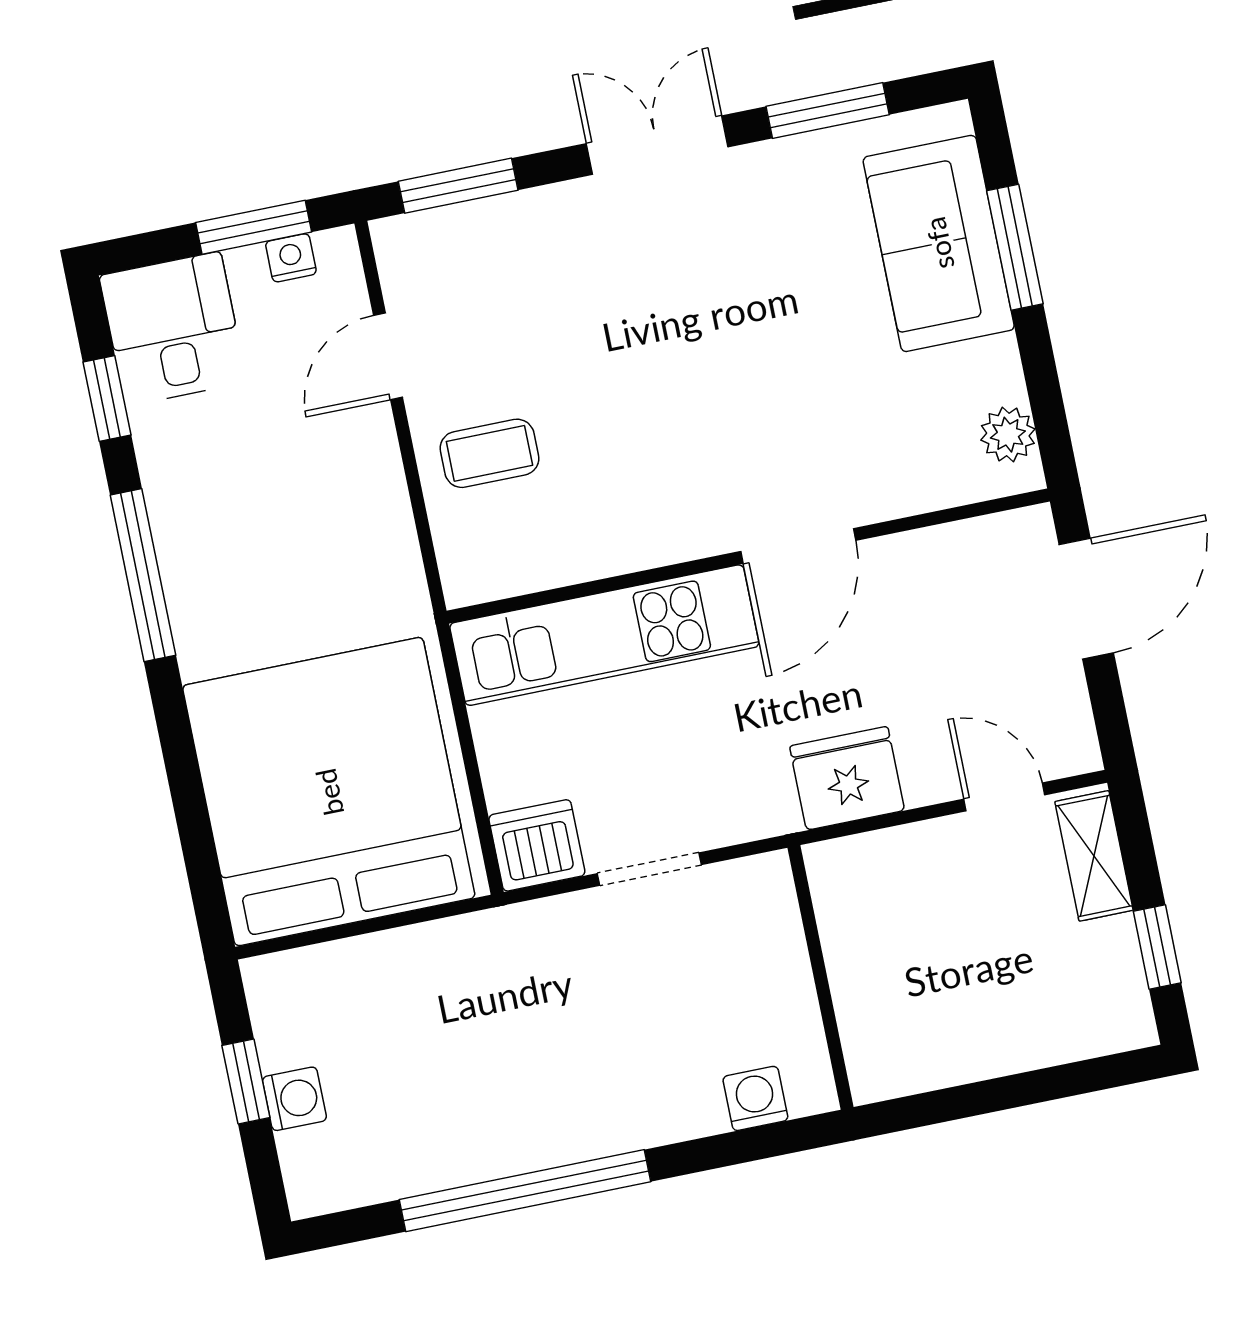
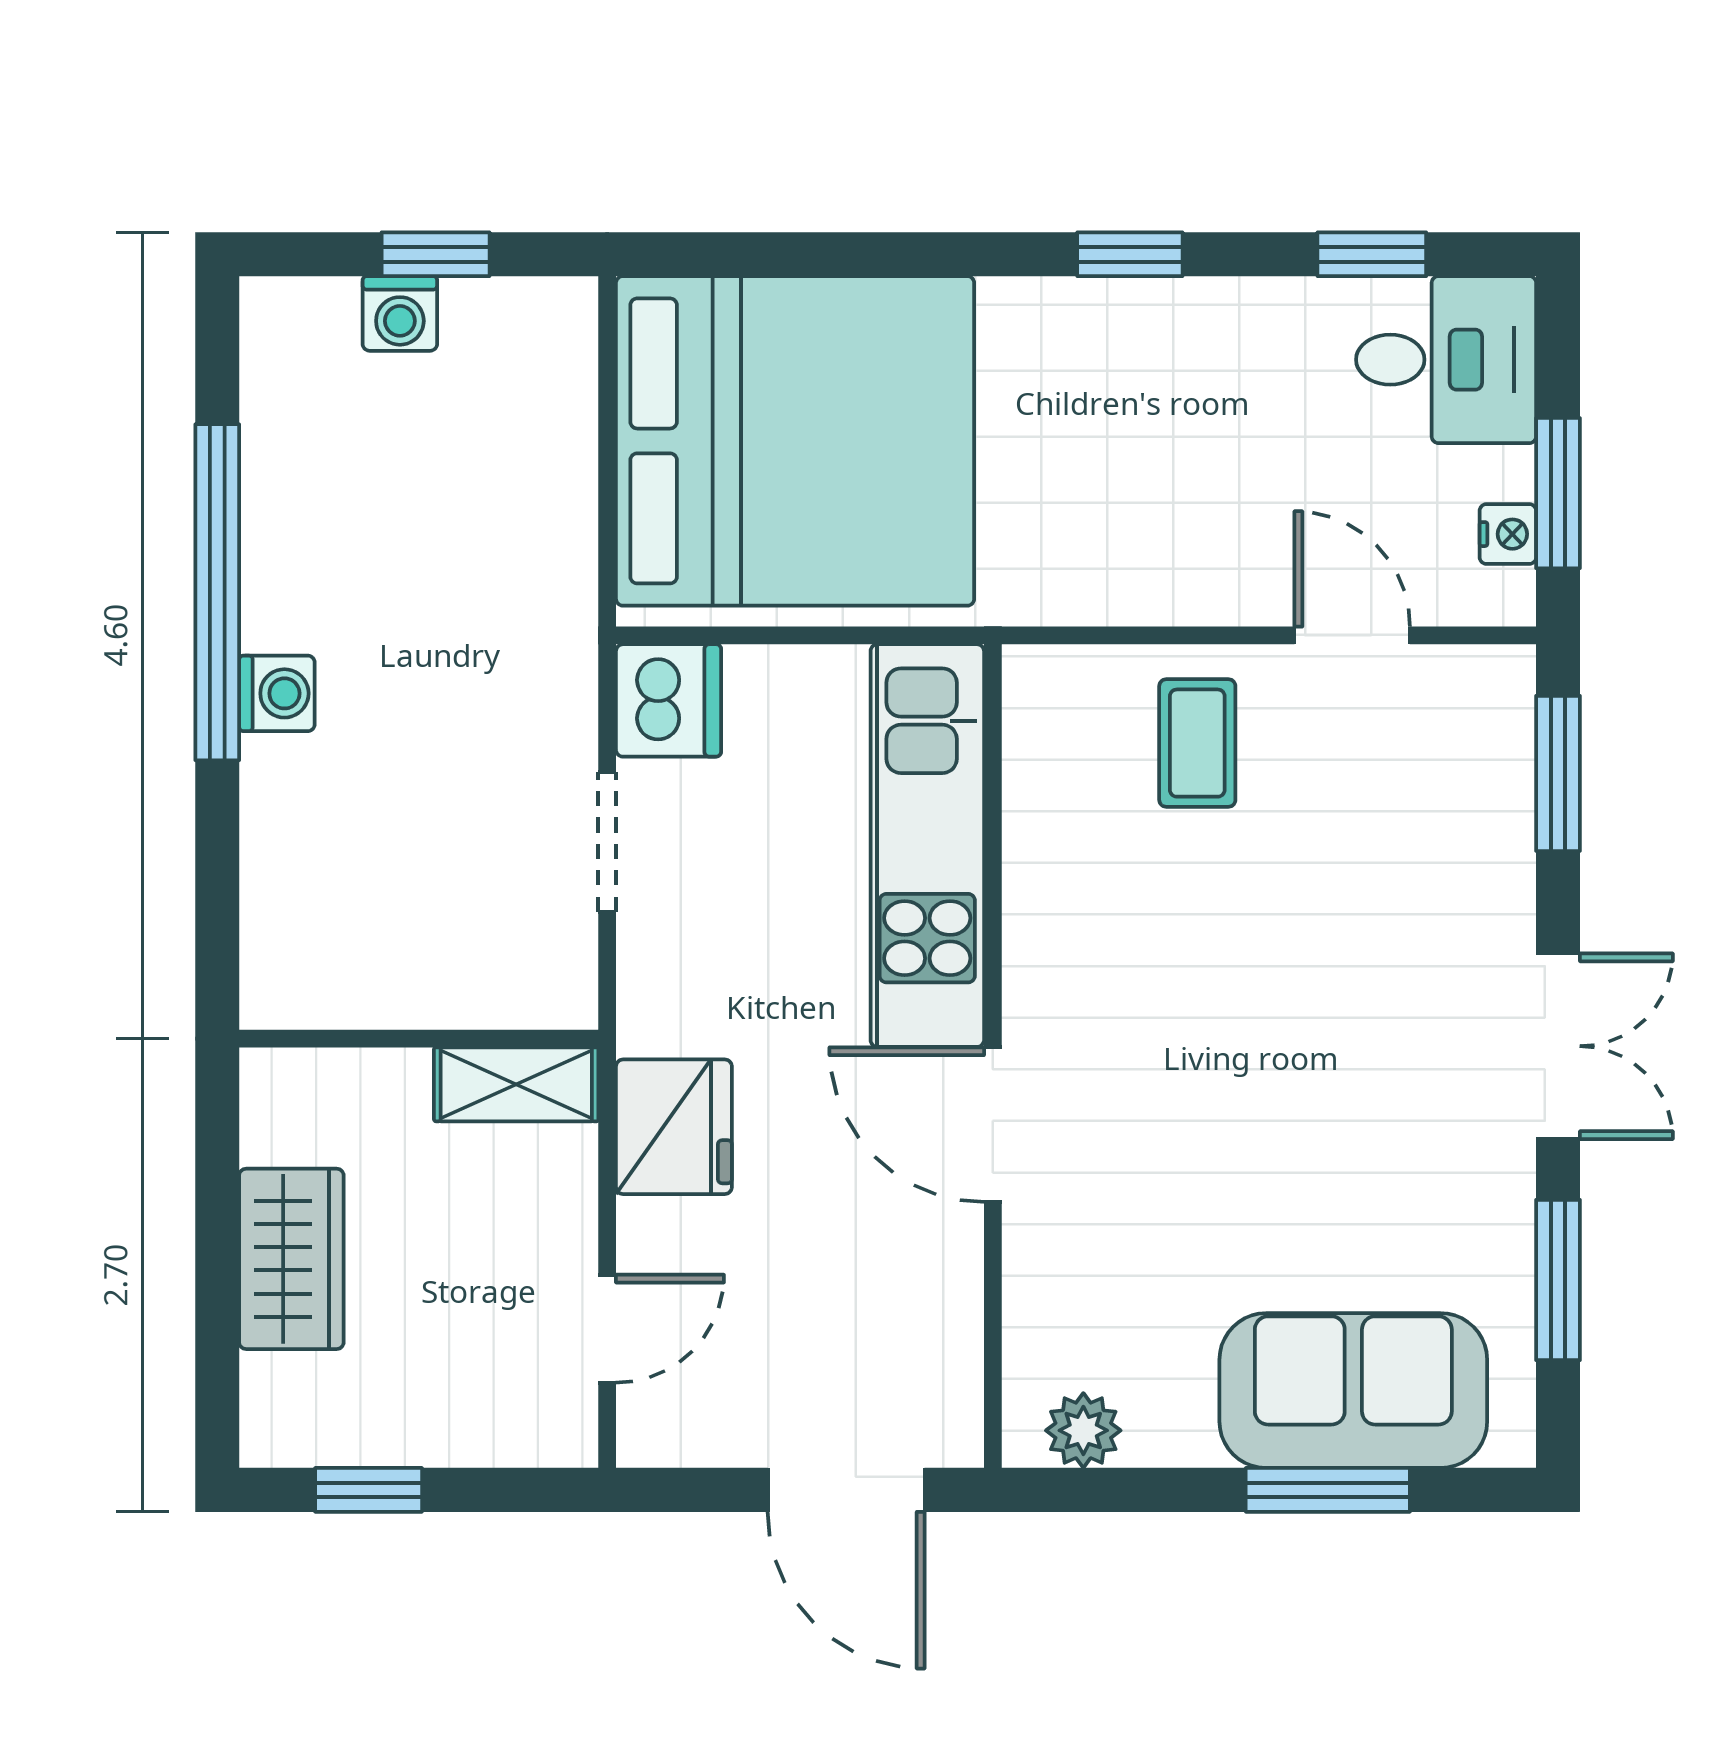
window: (143, 575) -> (1130, 254), width x0.46
shelving: (1094, 856) -> (516, 1084), moved
wardrobe: (1000, 1038) -> (291, 1259), added
washing machine: (755, 1098) -> (277, 693), moved

